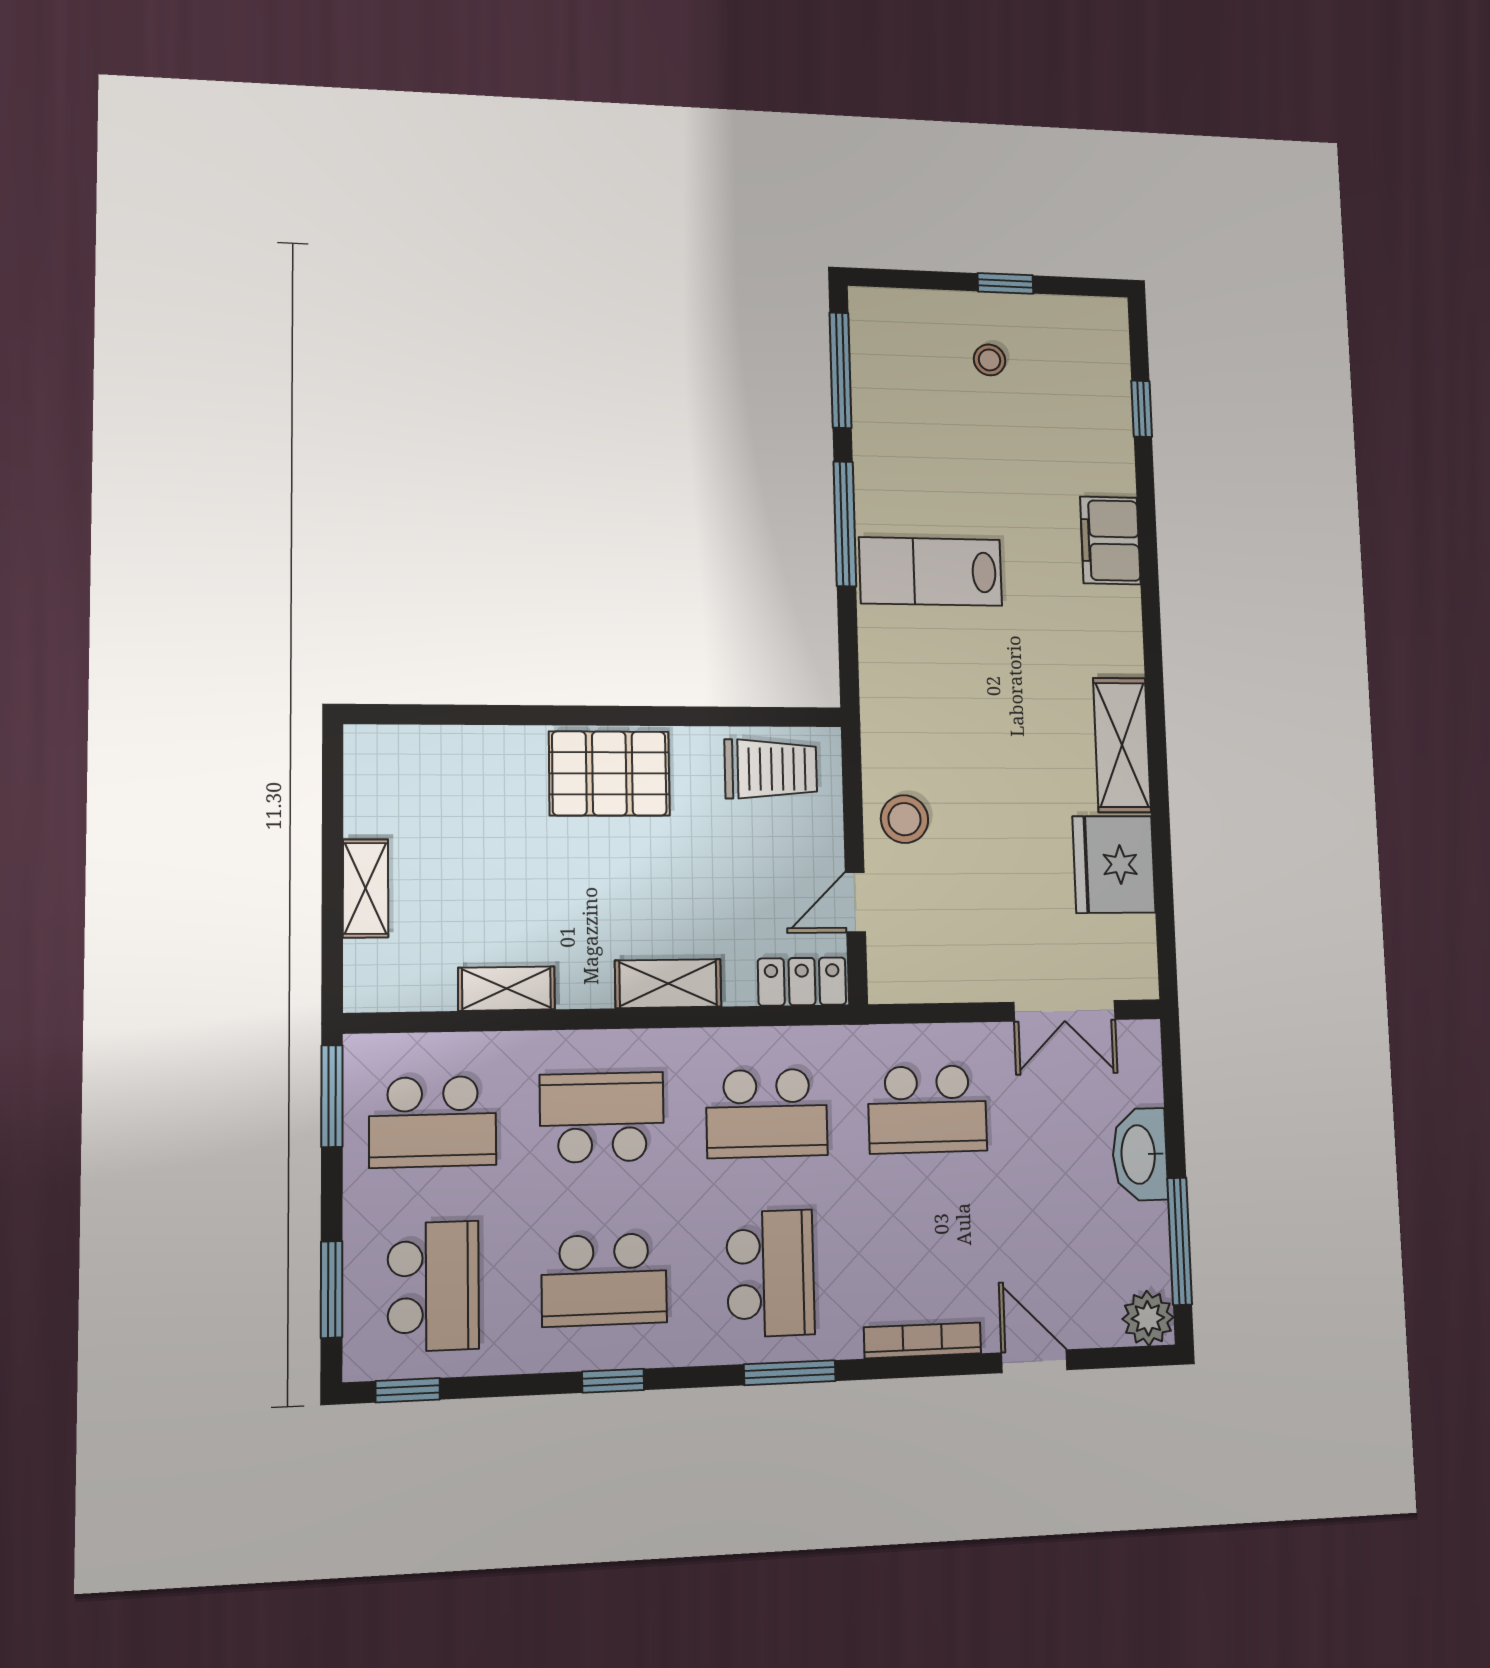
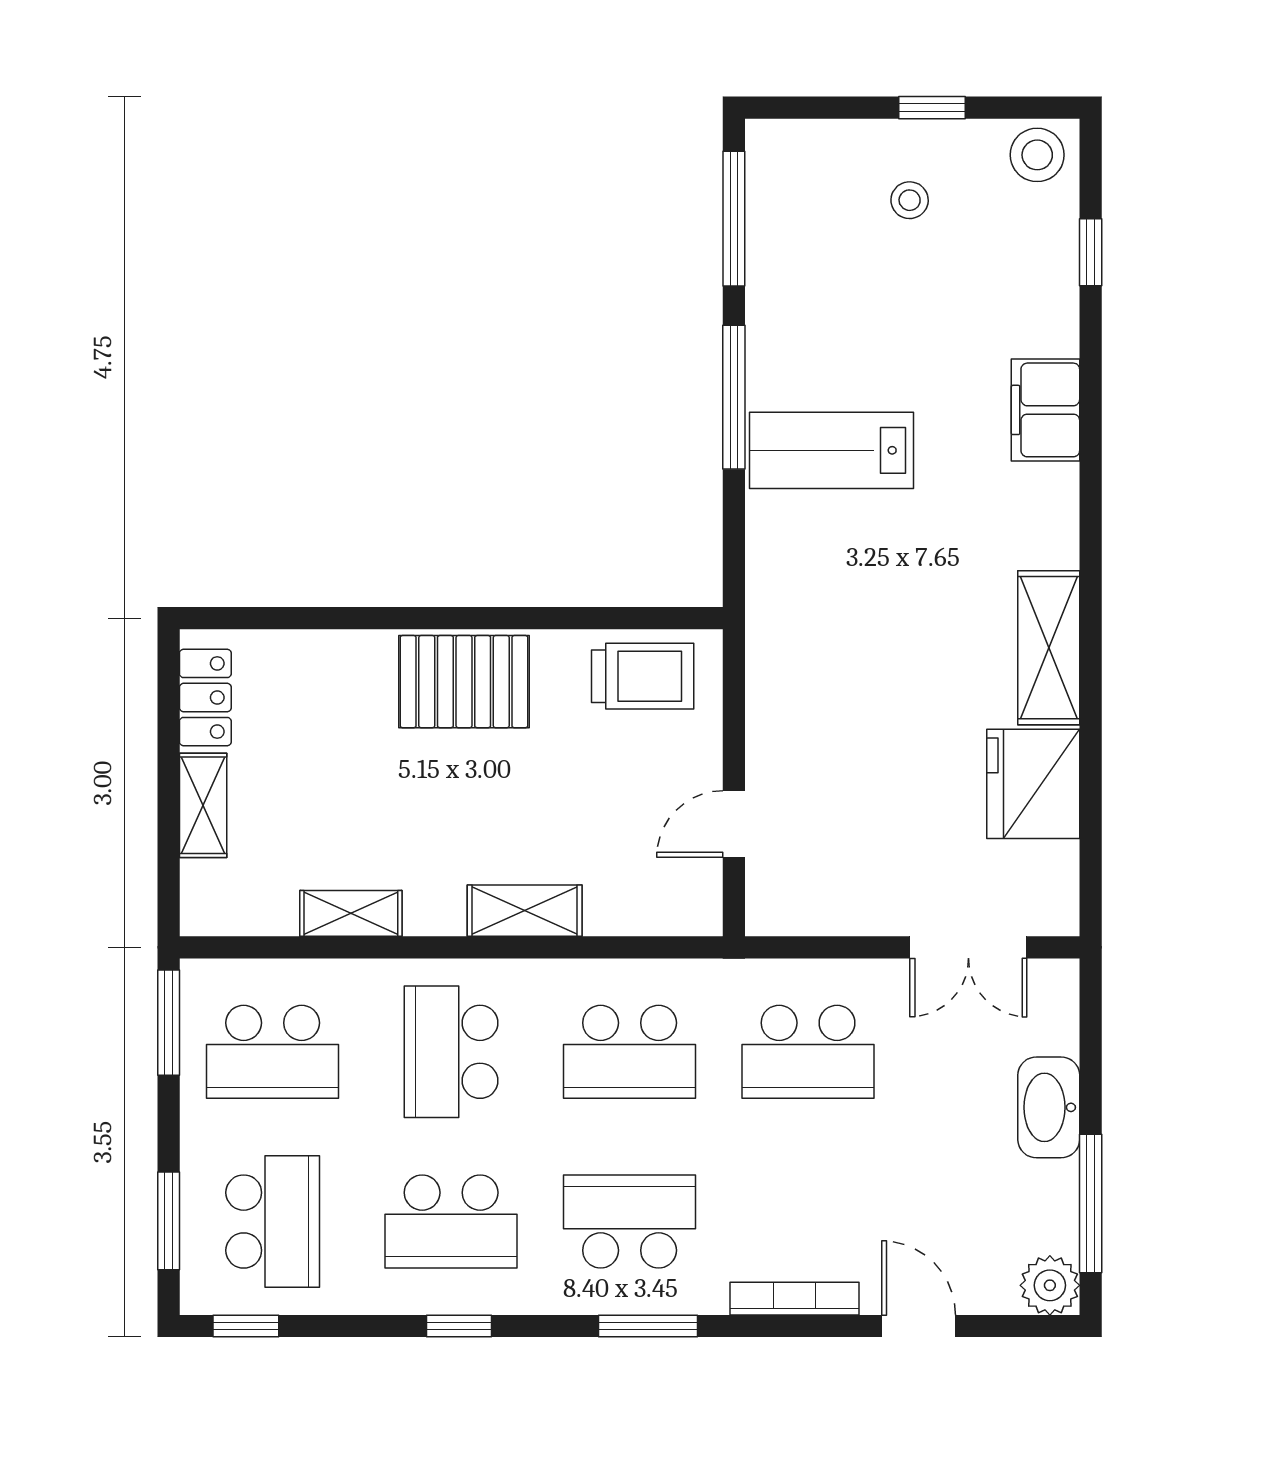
stool: (905, 819) -> (1037, 155), moved
locker: (802, 982) -> (205, 698), moved, turned 90
school desk: (602, 1117) -> (451, 1052), turned -90
school desk: (770, 1273) -> (630, 1222), turned -90

